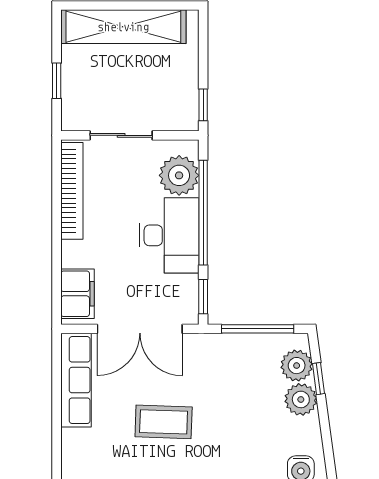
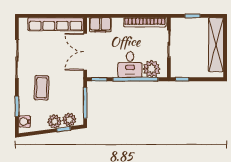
desk: (169, 235) -> (130, 65), width x0.73
row of seats: (76, 380) -> (56, 24), width x1.36
coffee table: (164, 422) -> (42, 88), moved

